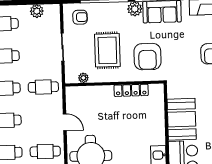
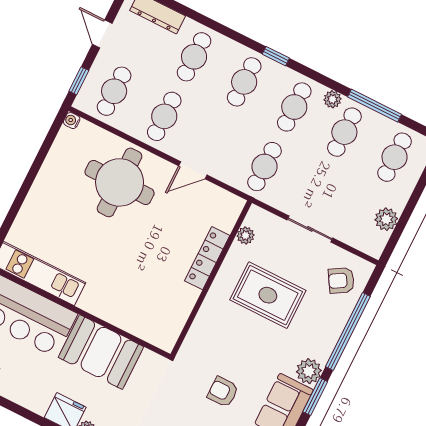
armchair: (80, 17) -> (341, 280), turned 59
armchair: (147, 57) -> (223, 392), moved, width x0.53, depth x0.53
locker: (131, 90) -> (207, 258), moved

